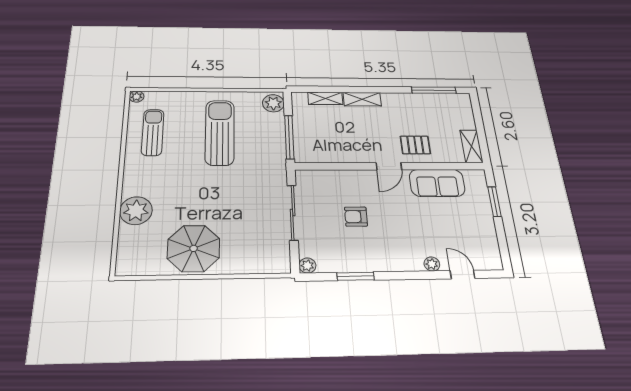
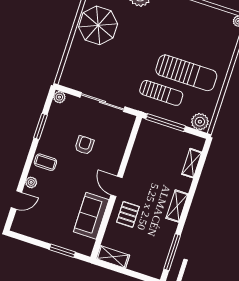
shelving: (362, 99) -> (177, 206), moved
sun lounger: (153, 132) -> (161, 93), moved
coffee table: (398, 255) -> (45, 162), added

